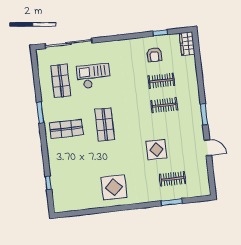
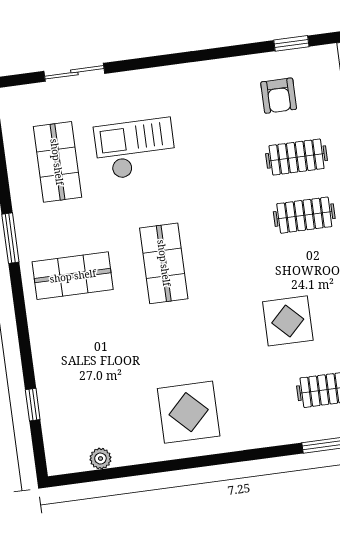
sliding door: (69, 43) -> (74, 72), width x0.54
plant: (76, 206) -> (100, 459), added

